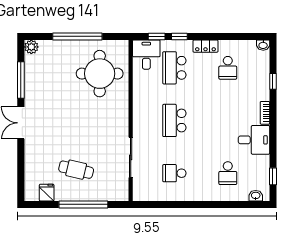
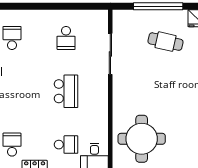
school desk: (174, 68) -> (66, 145), width x0.54
school desk: (174, 173) -> (66, 38), turned 90

